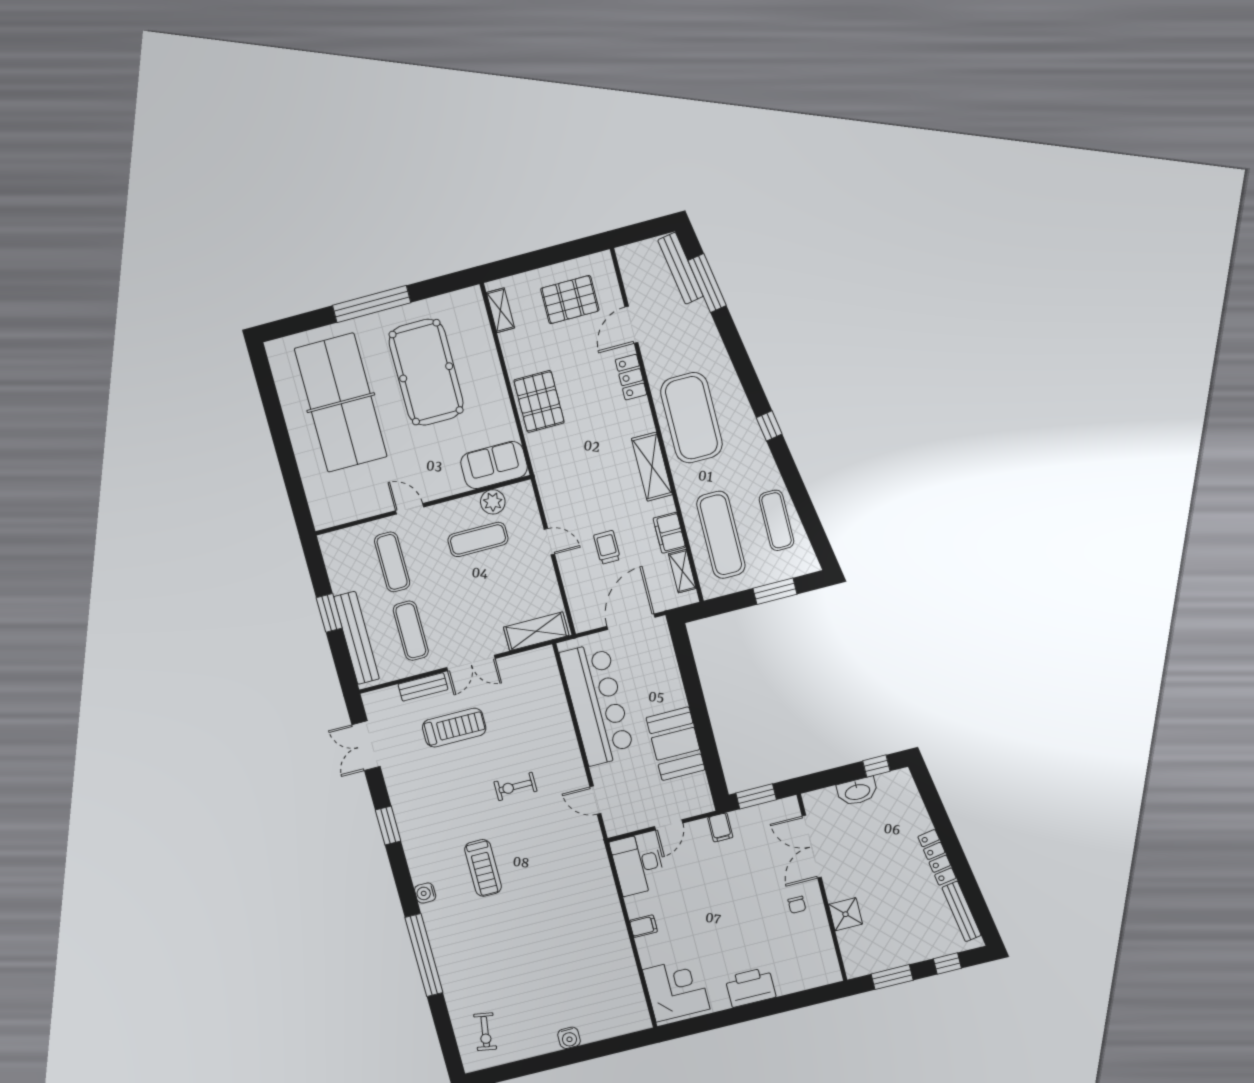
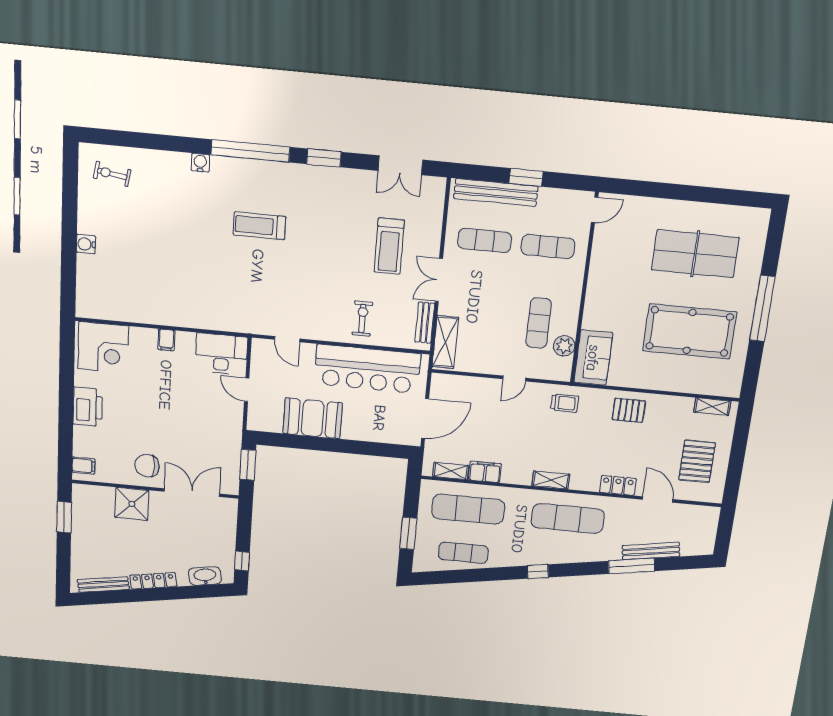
bench: (680, 268) -> (651, 551), moved
window: (707, 283) -> (632, 566), moved
pallet: (539, 401) -> (629, 410), width x0.67, depth x0.71
table tennis table: (341, 403) -> (695, 254), width x0.73, depth x0.76
exercise mat: (691, 418) -> (568, 518), width x0.68
shelving: (652, 467) -> (551, 480), width x0.67, depth x0.75
door: (410, 509) -> (595, 210), moved
trolley: (607, 547) -> (565, 403), moved
door: (631, 622) -> (425, 418), hinge flipped
bench: (423, 687) -> (425, 323), moved
double door: (366, 746) -> (400, 165), swing flipped
exercise bike: (515, 786) -> (362, 318), moved
washbasin: (857, 791) -> (205, 576), moved, turned 80
door: (595, 800) -> (287, 339), swing flipped
filing cabinet: (720, 827) -> (84, 466), moved, turned 180
water cooler: (425, 893) -> (200, 163), moved
chair: (797, 905) -> (147, 466), width x1.87, depth x1.87
shower: (845, 914) -> (132, 504), width x1.36, depth x1.36
window: (424, 955) -> (250, 151), moved
window: (947, 963) -> (63, 561), removed

